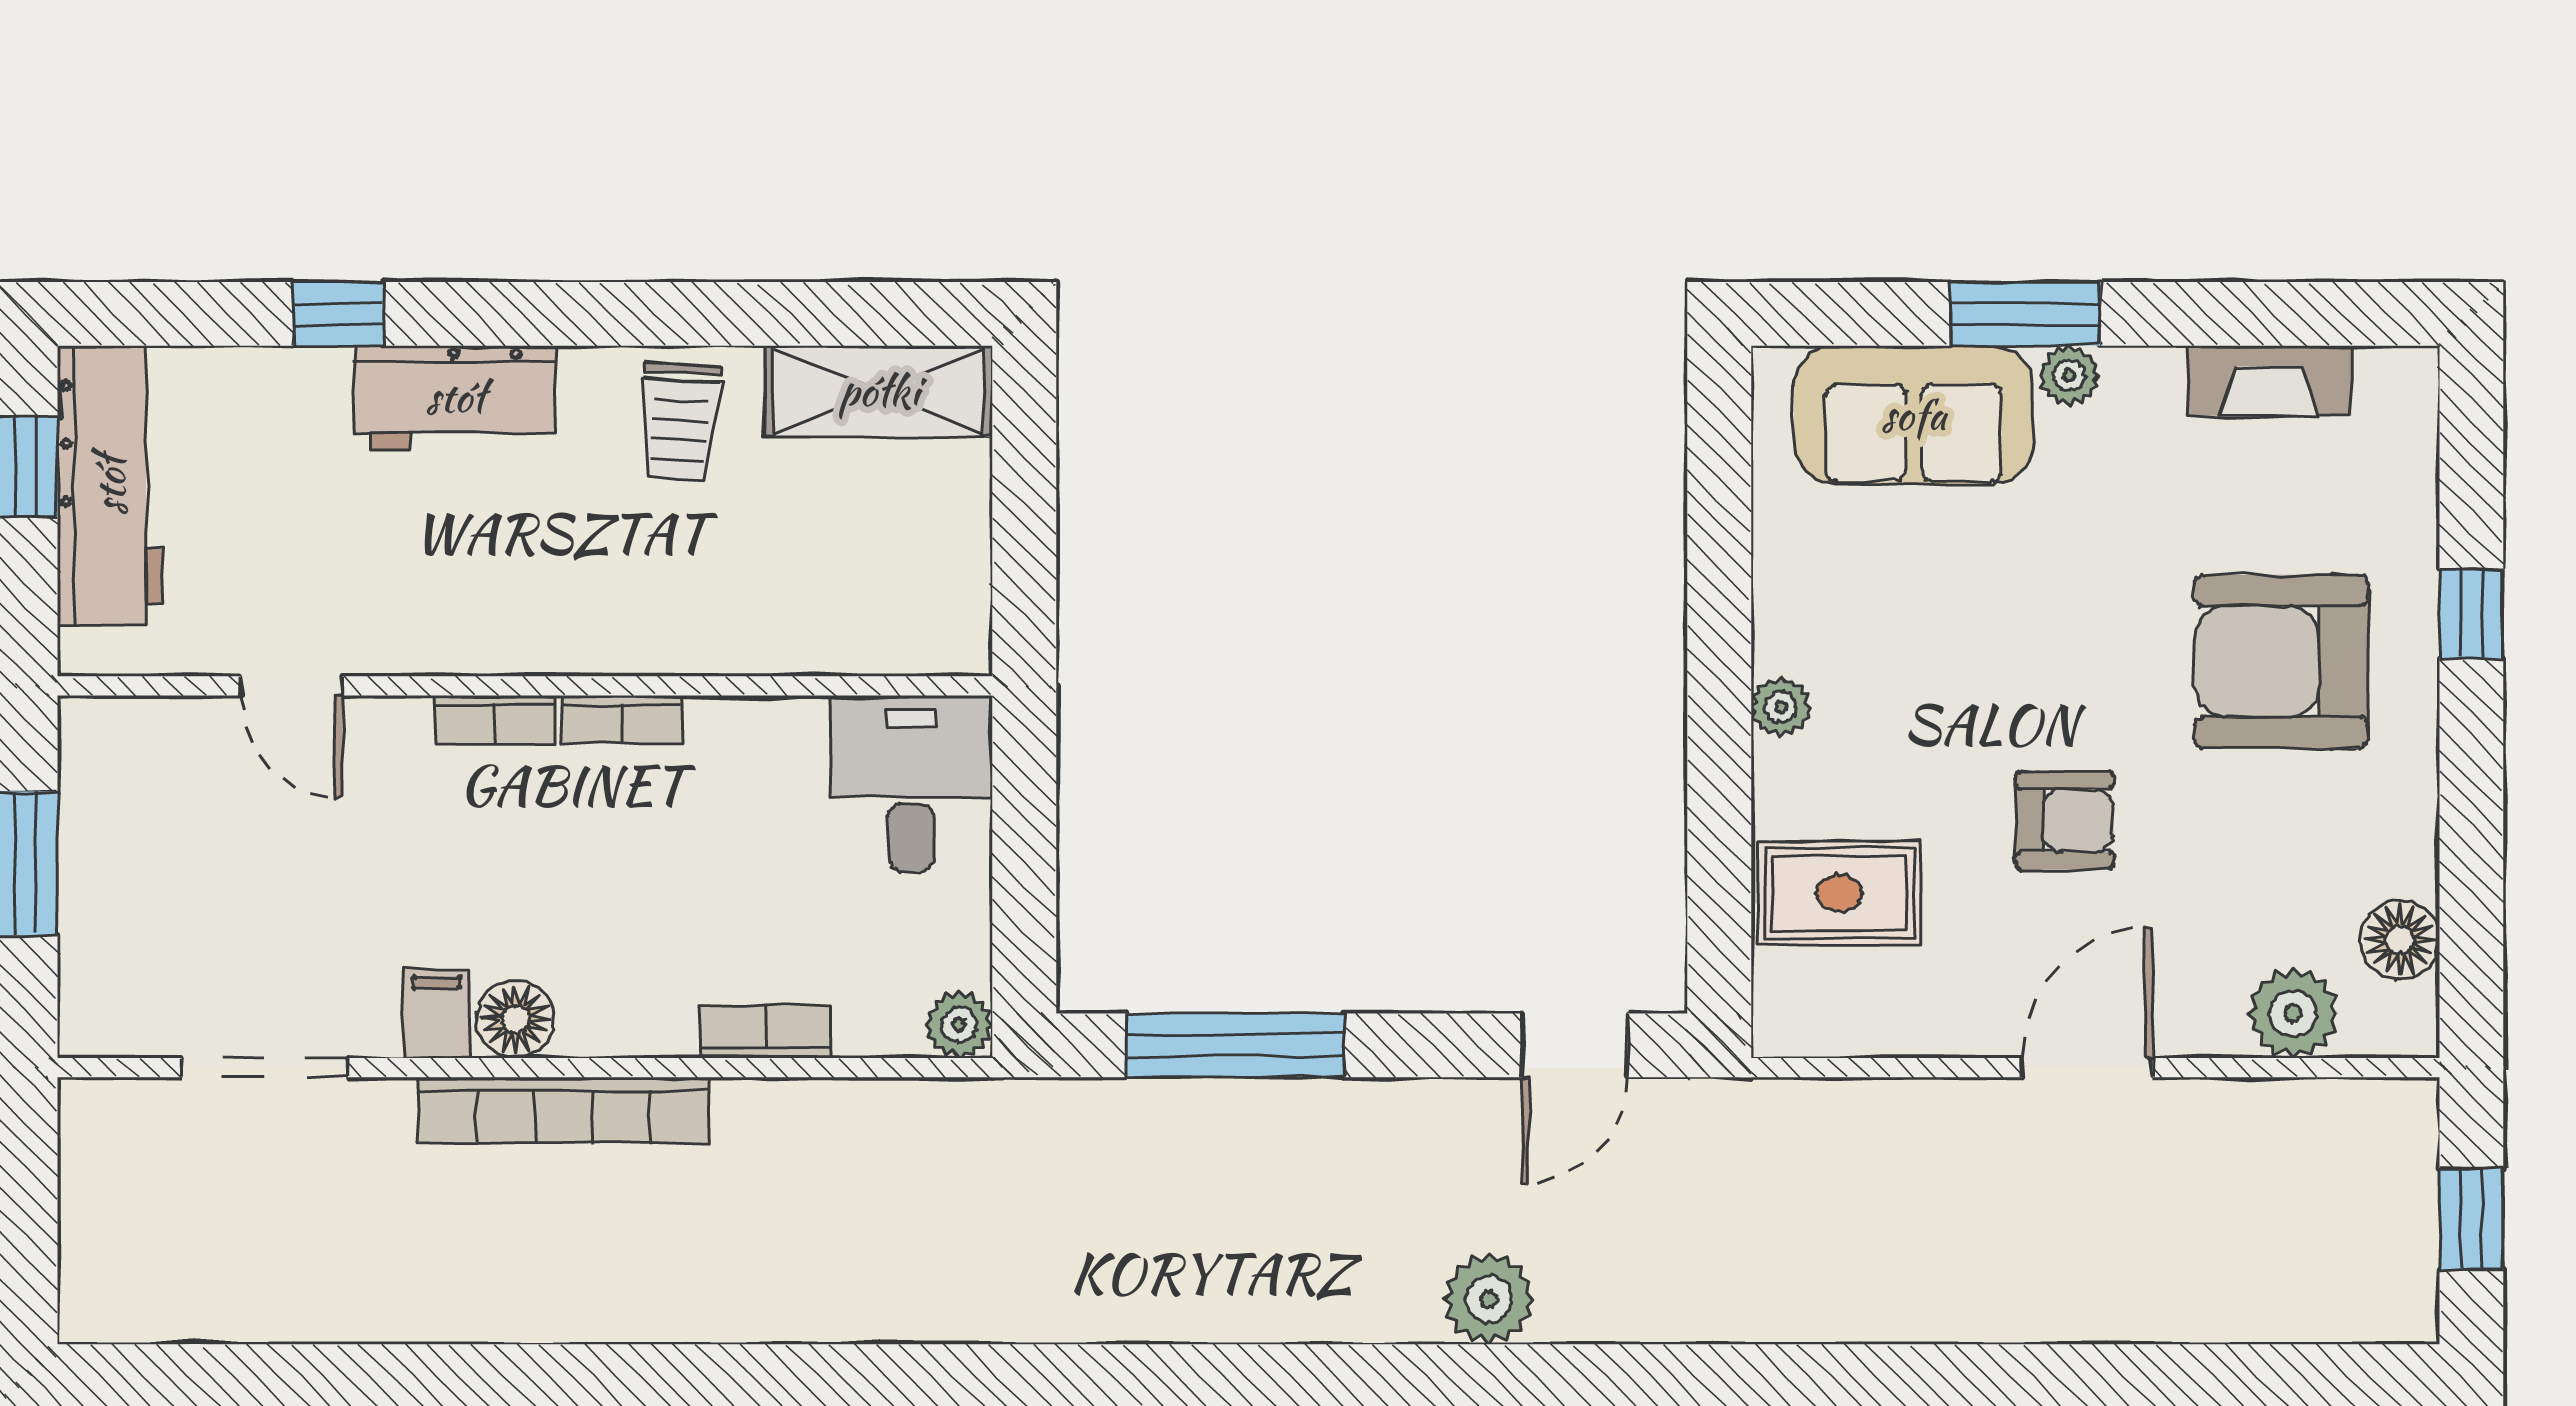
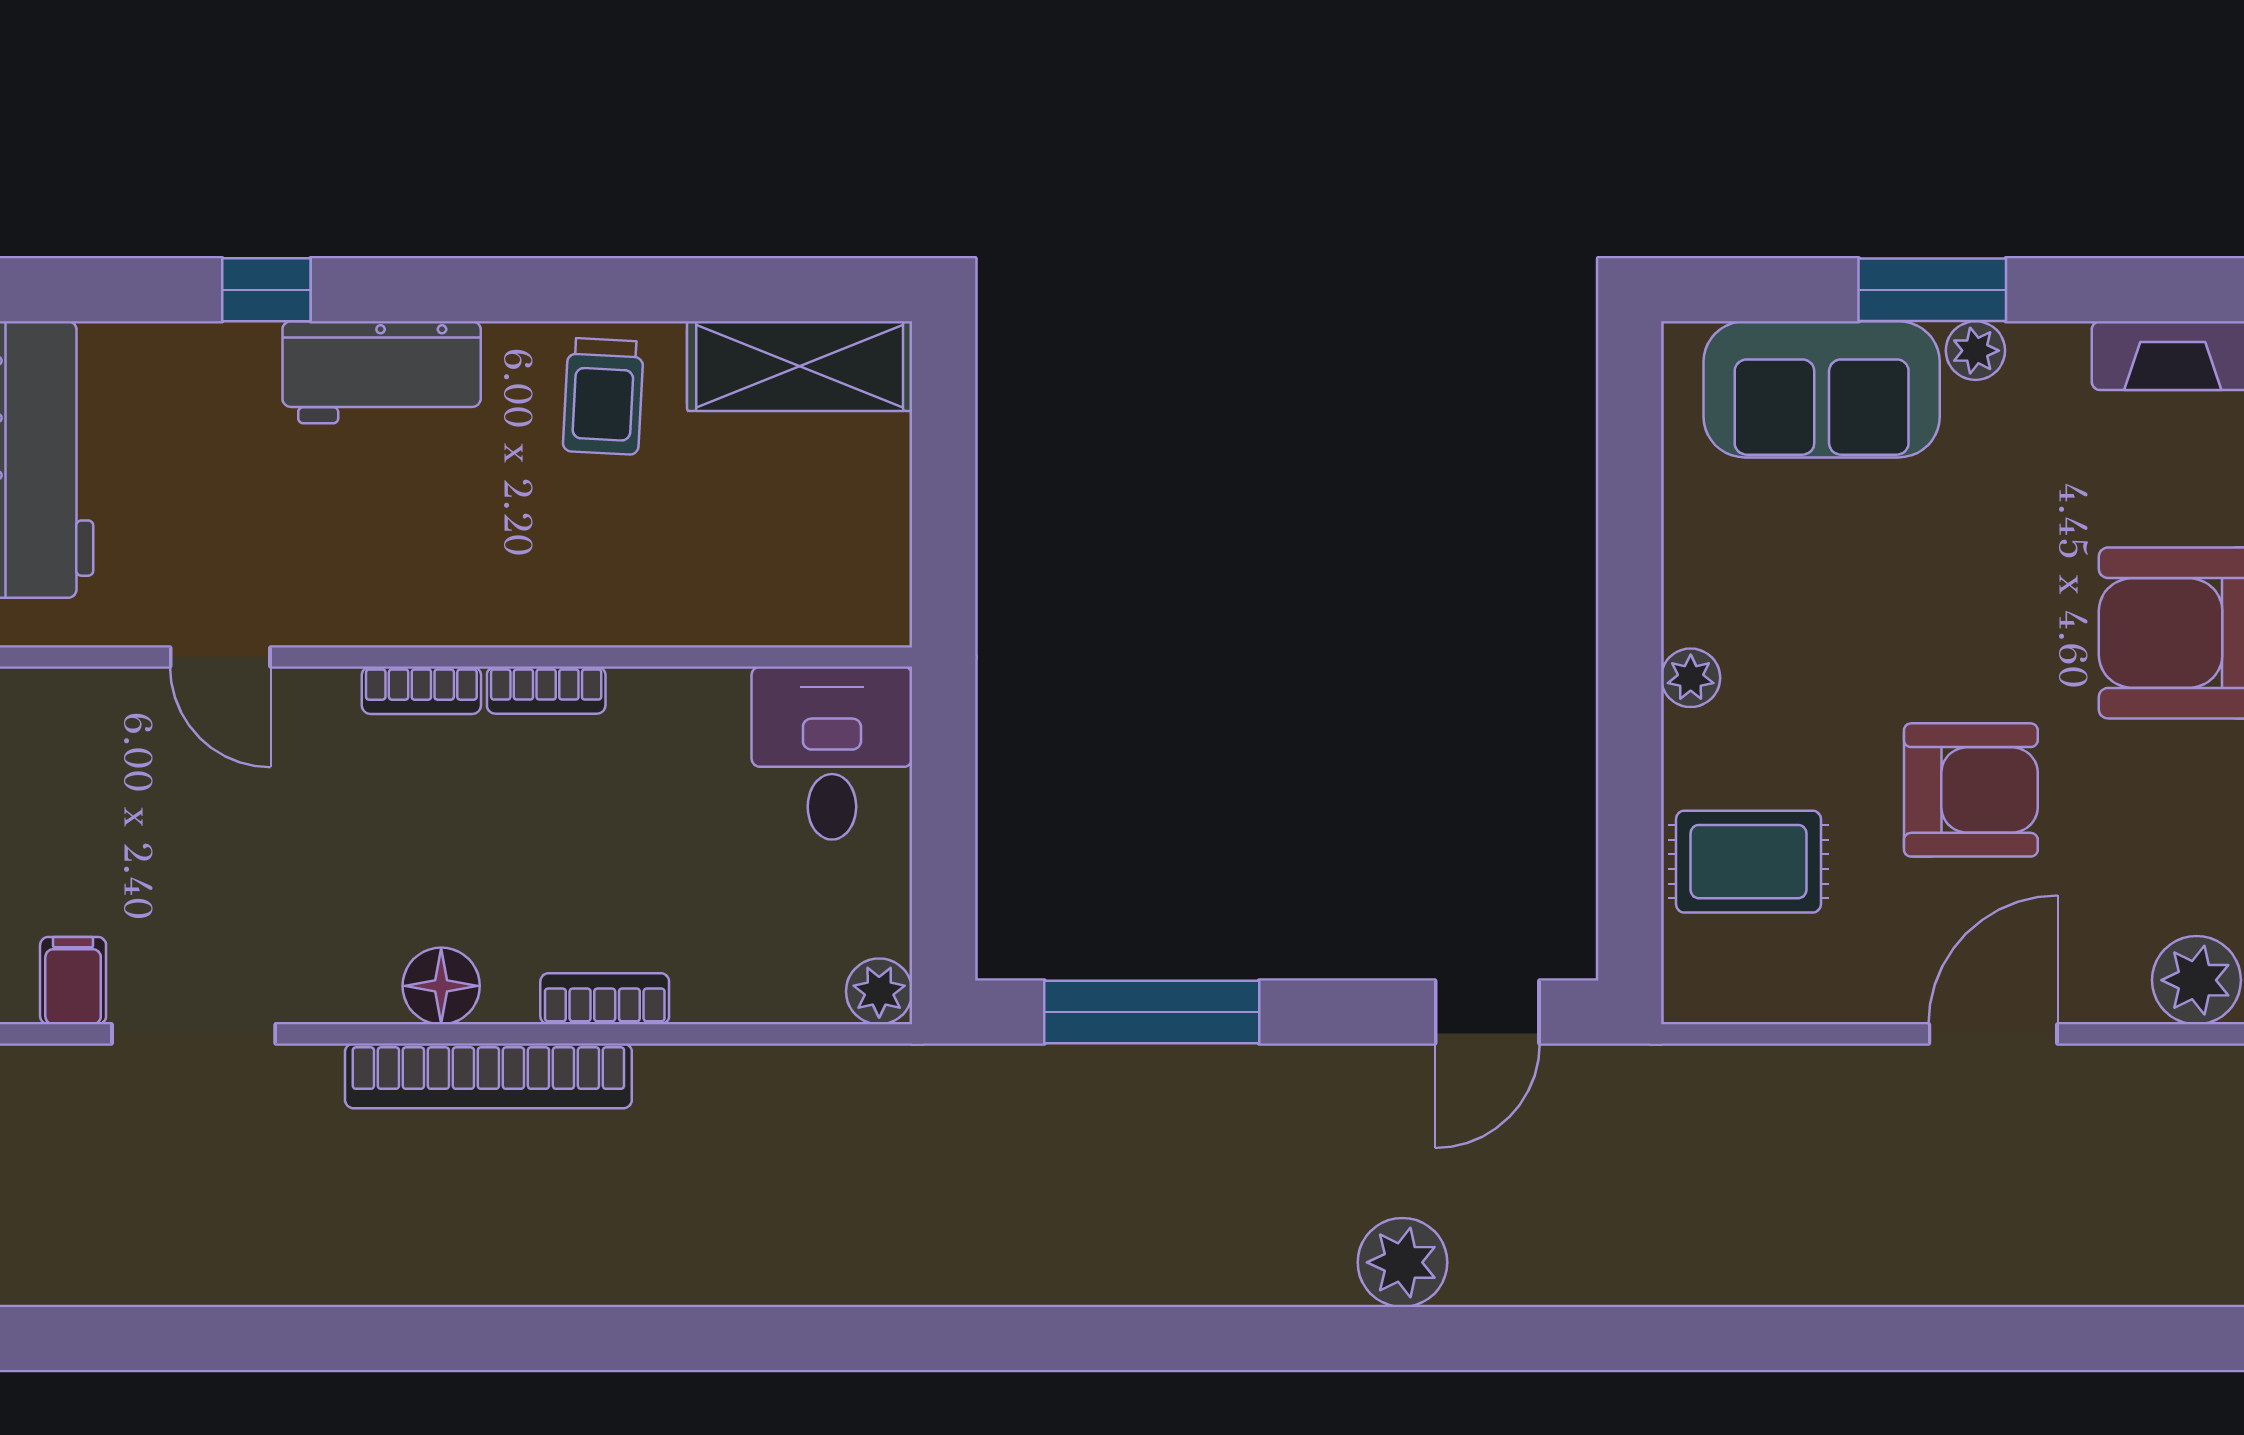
armchair: (2065, 821) -> (1971, 790), width x1.38, depth x1.38
filing cabinet: (437, 1014) -> (73, 981), moved
bookcase: (765, 1032) -> (605, 999), moved

